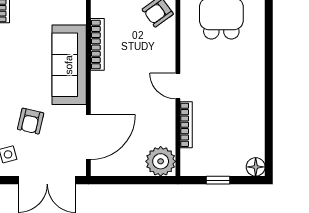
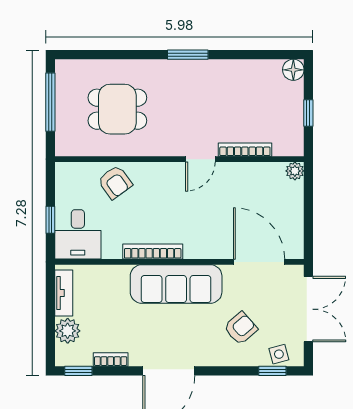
window: (269, 75) -> (188, 55), added
armchair: (31, 121) -> (241, 328), turned -54
plant: (161, 161) -> (295, 171), width x0.53, depth x0.53

